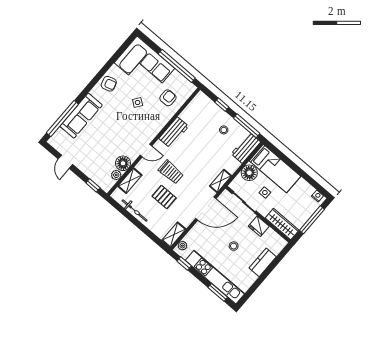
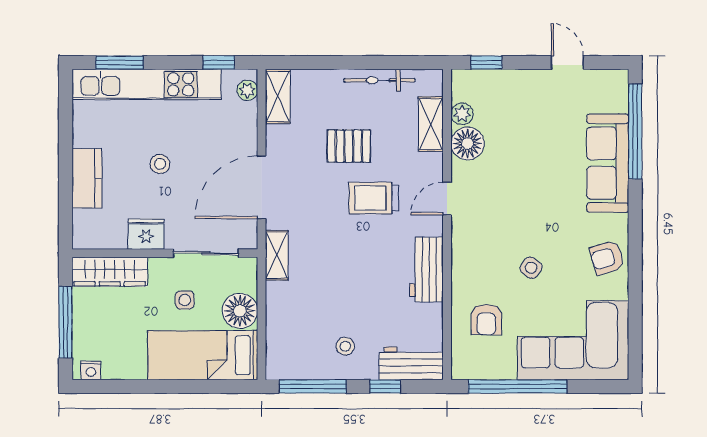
workbench: (246, 148) -> (411, 363), moved, turned -90

